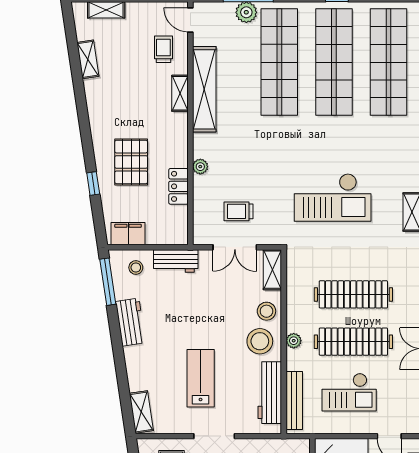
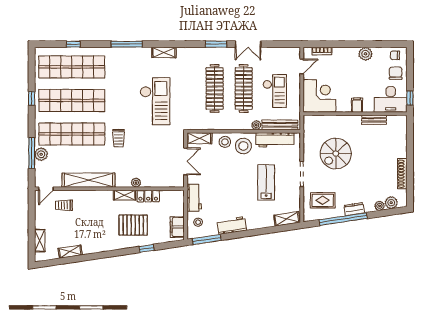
shelving: (180, 93) -> (125, 195), moved
trolley: (239, 211) -> (118, 138), moved
plant: (294, 341) -> (256, 125), moved
lab bench: (201, 378) -> (266, 182), turned 90

